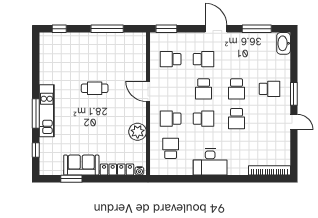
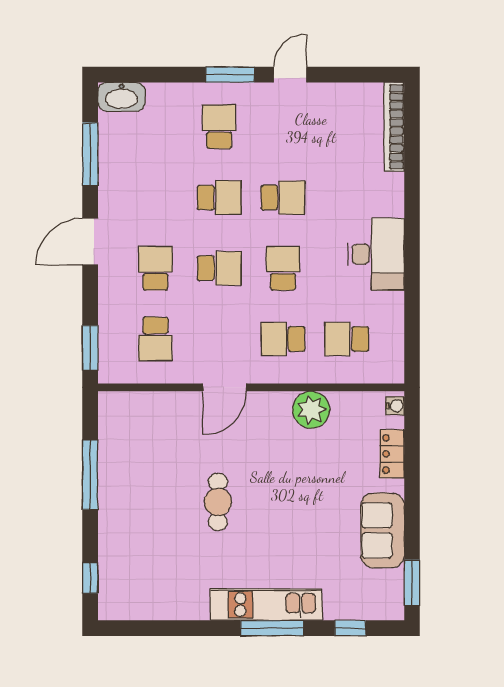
school desk: (171, 119) -> (283, 339), turned 90
locker: (117, 169) -> (392, 454), width x0.66
window: (71, 179) -> (412, 583), moved

